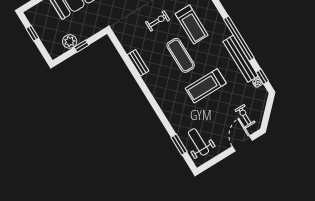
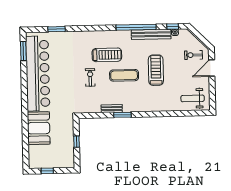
plant: (70, 41) -> (68, 148), removed
treadmill: (206, 86) -> (156, 70), turned 180
door: (242, 143) -> (212, 68), hinge flipped
window: (179, 145) -> (122, 115), moved

